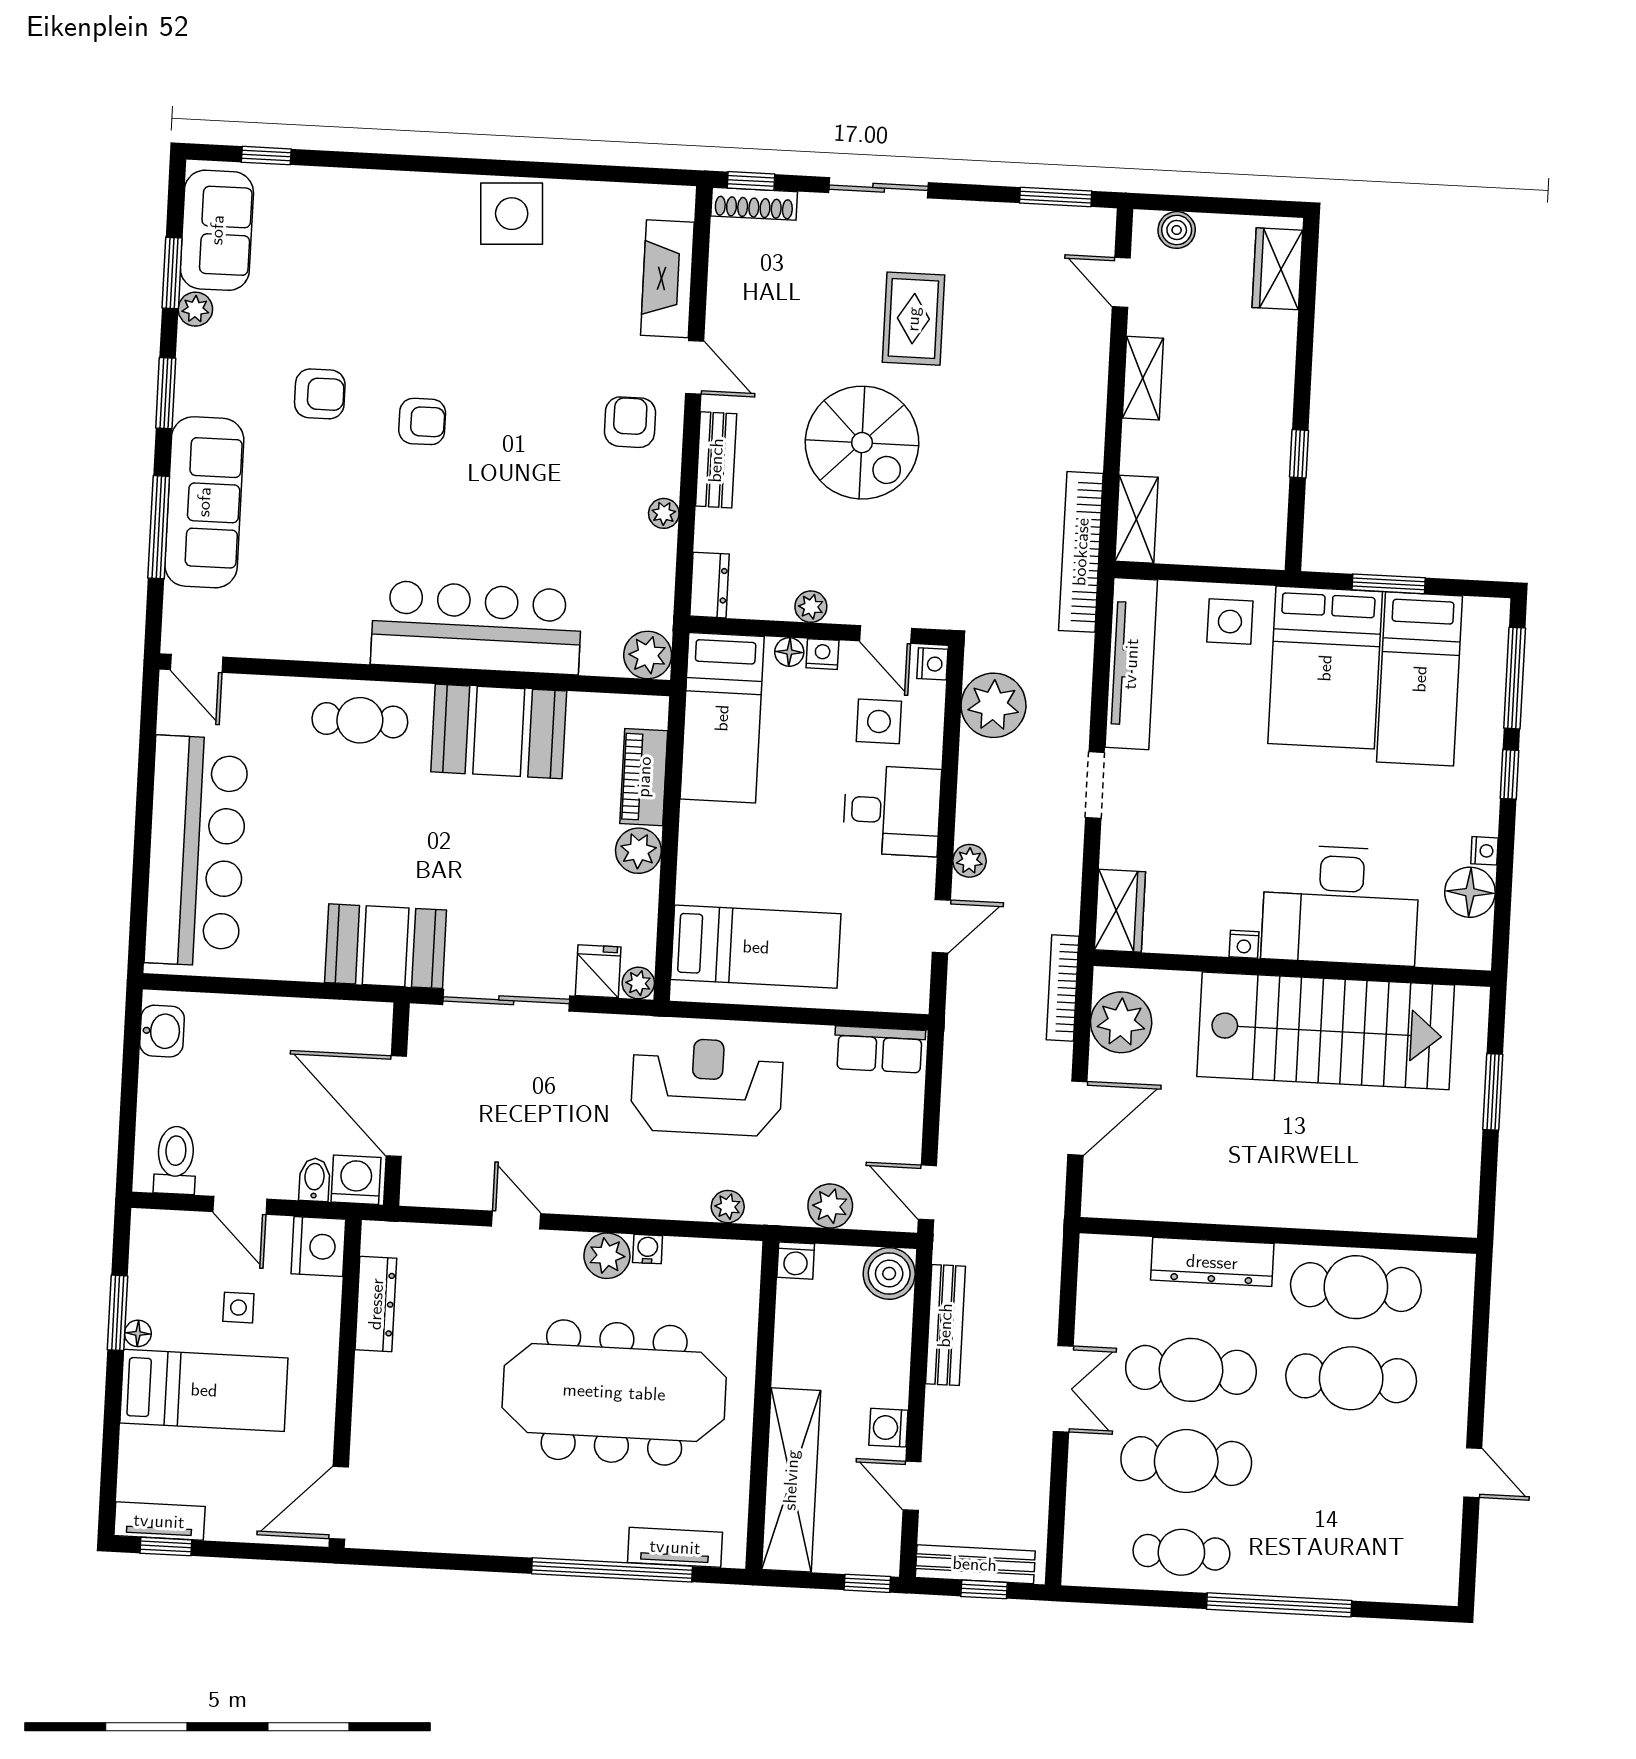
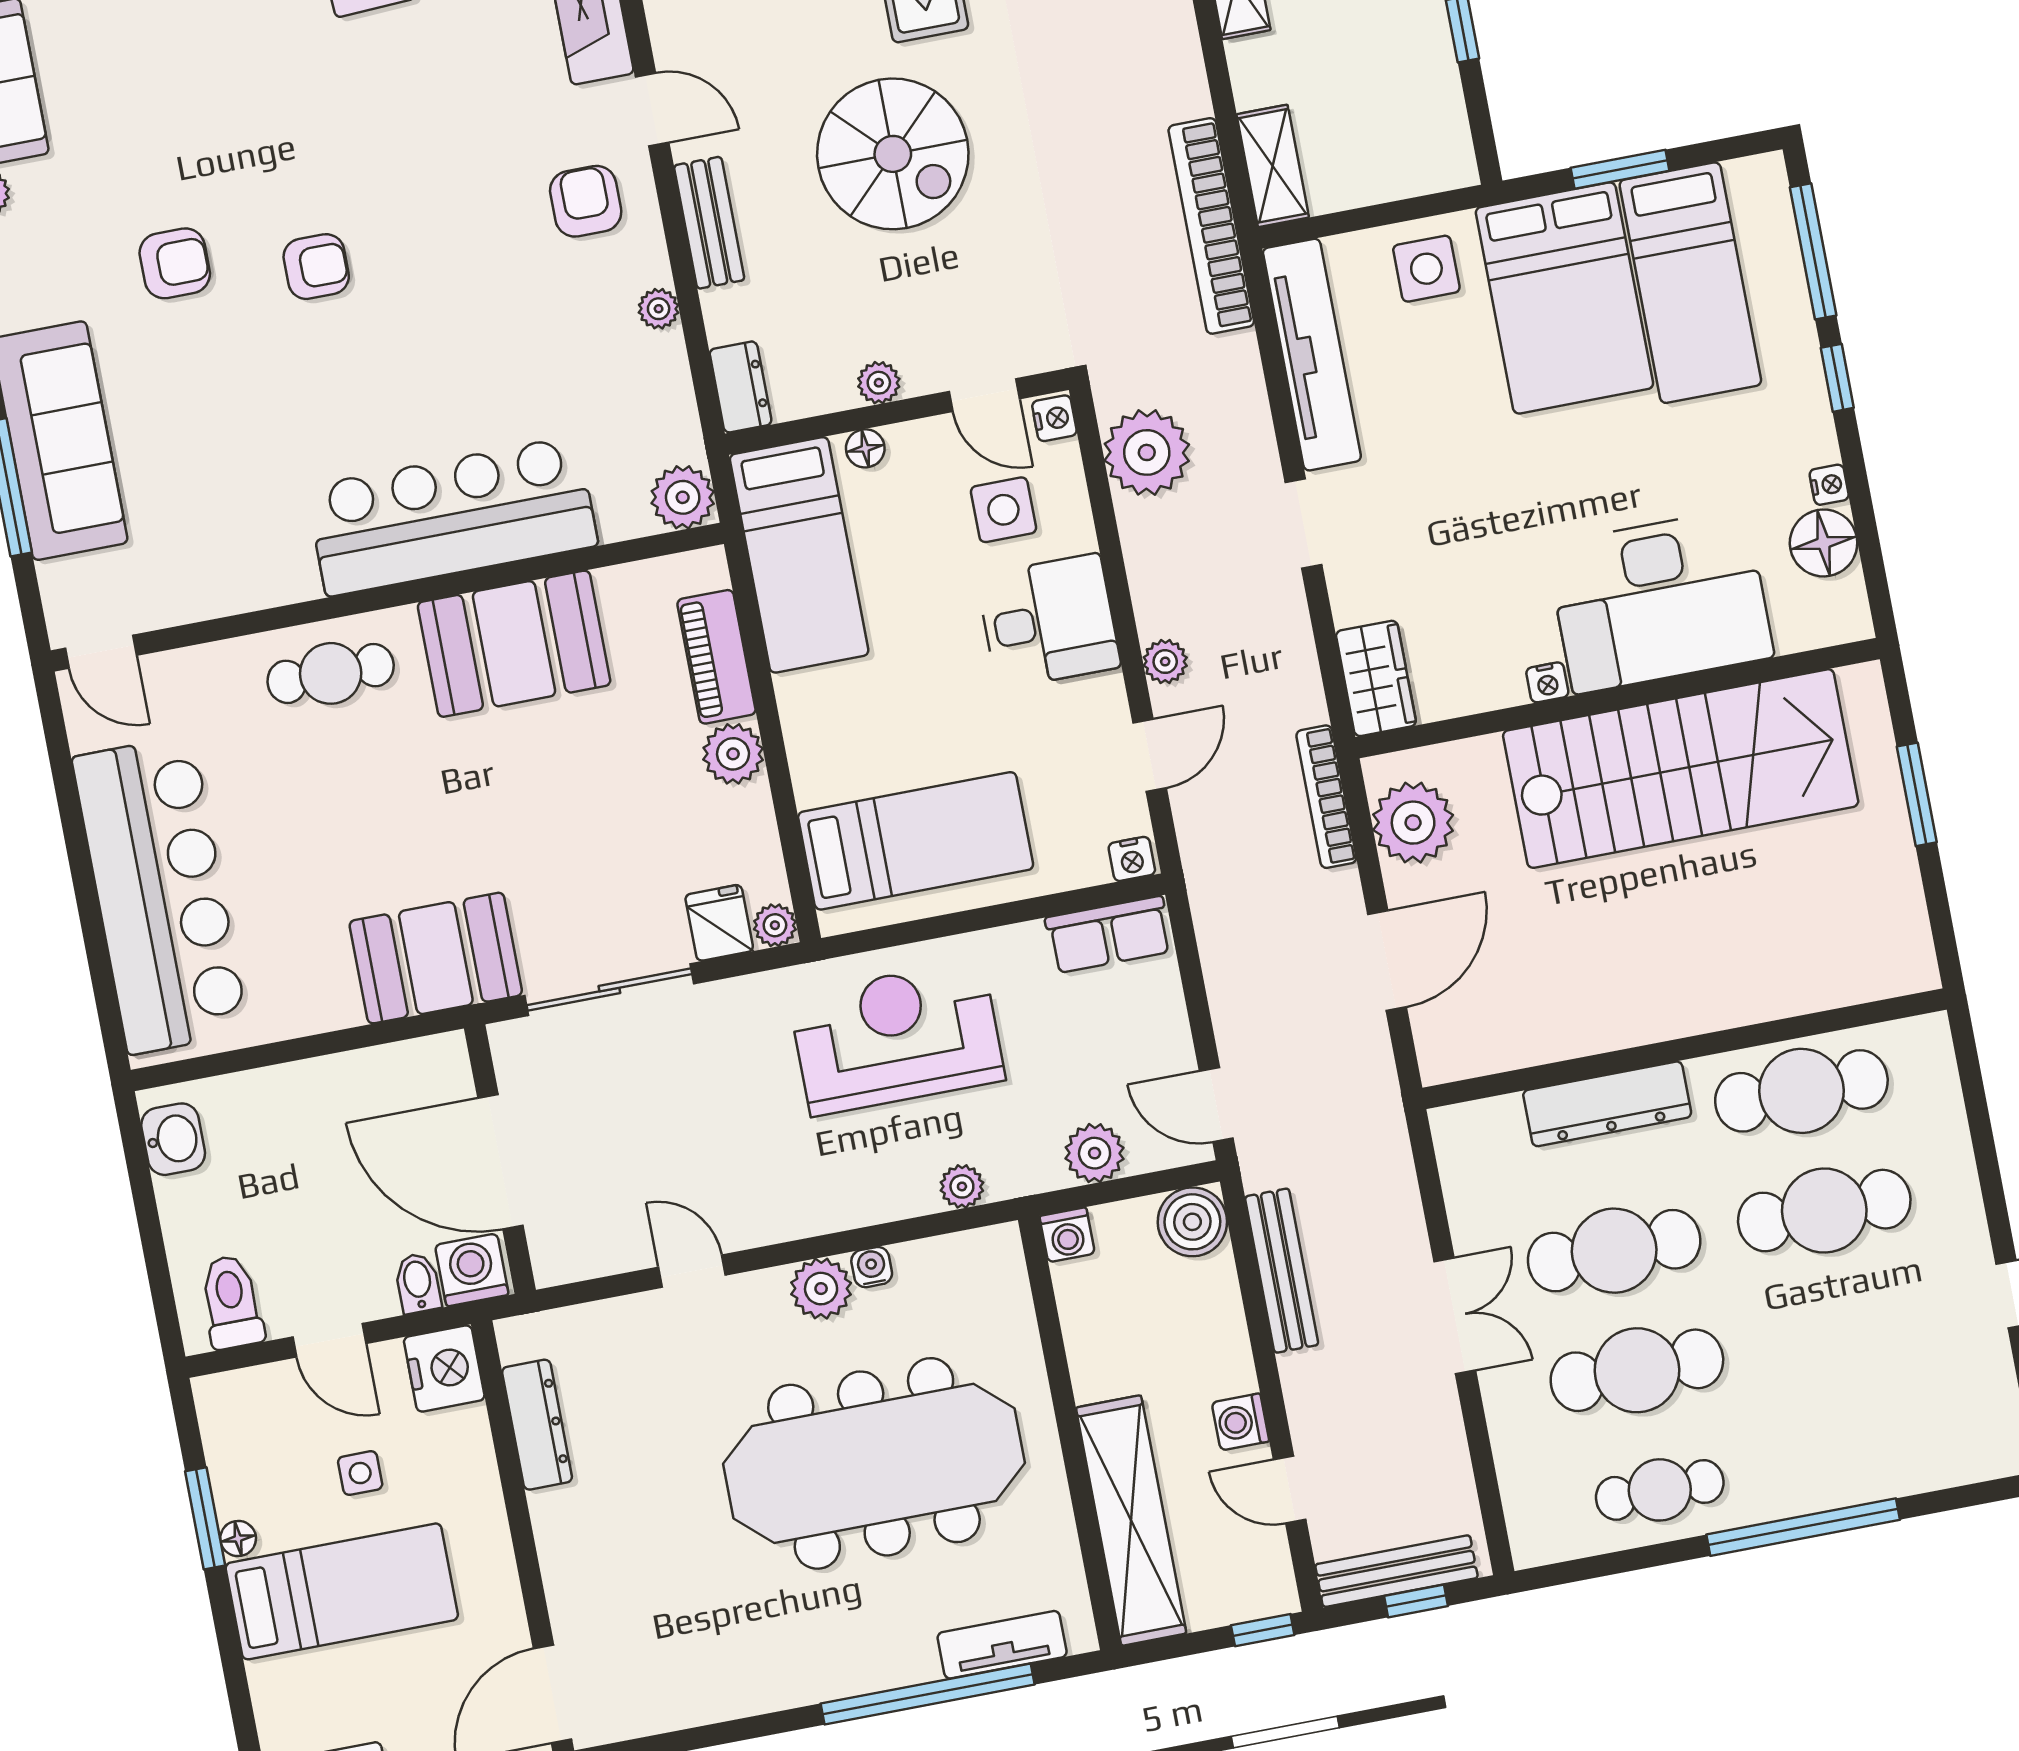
nightstand: (822, 654) -> (1132, 859), moved, turned 180

